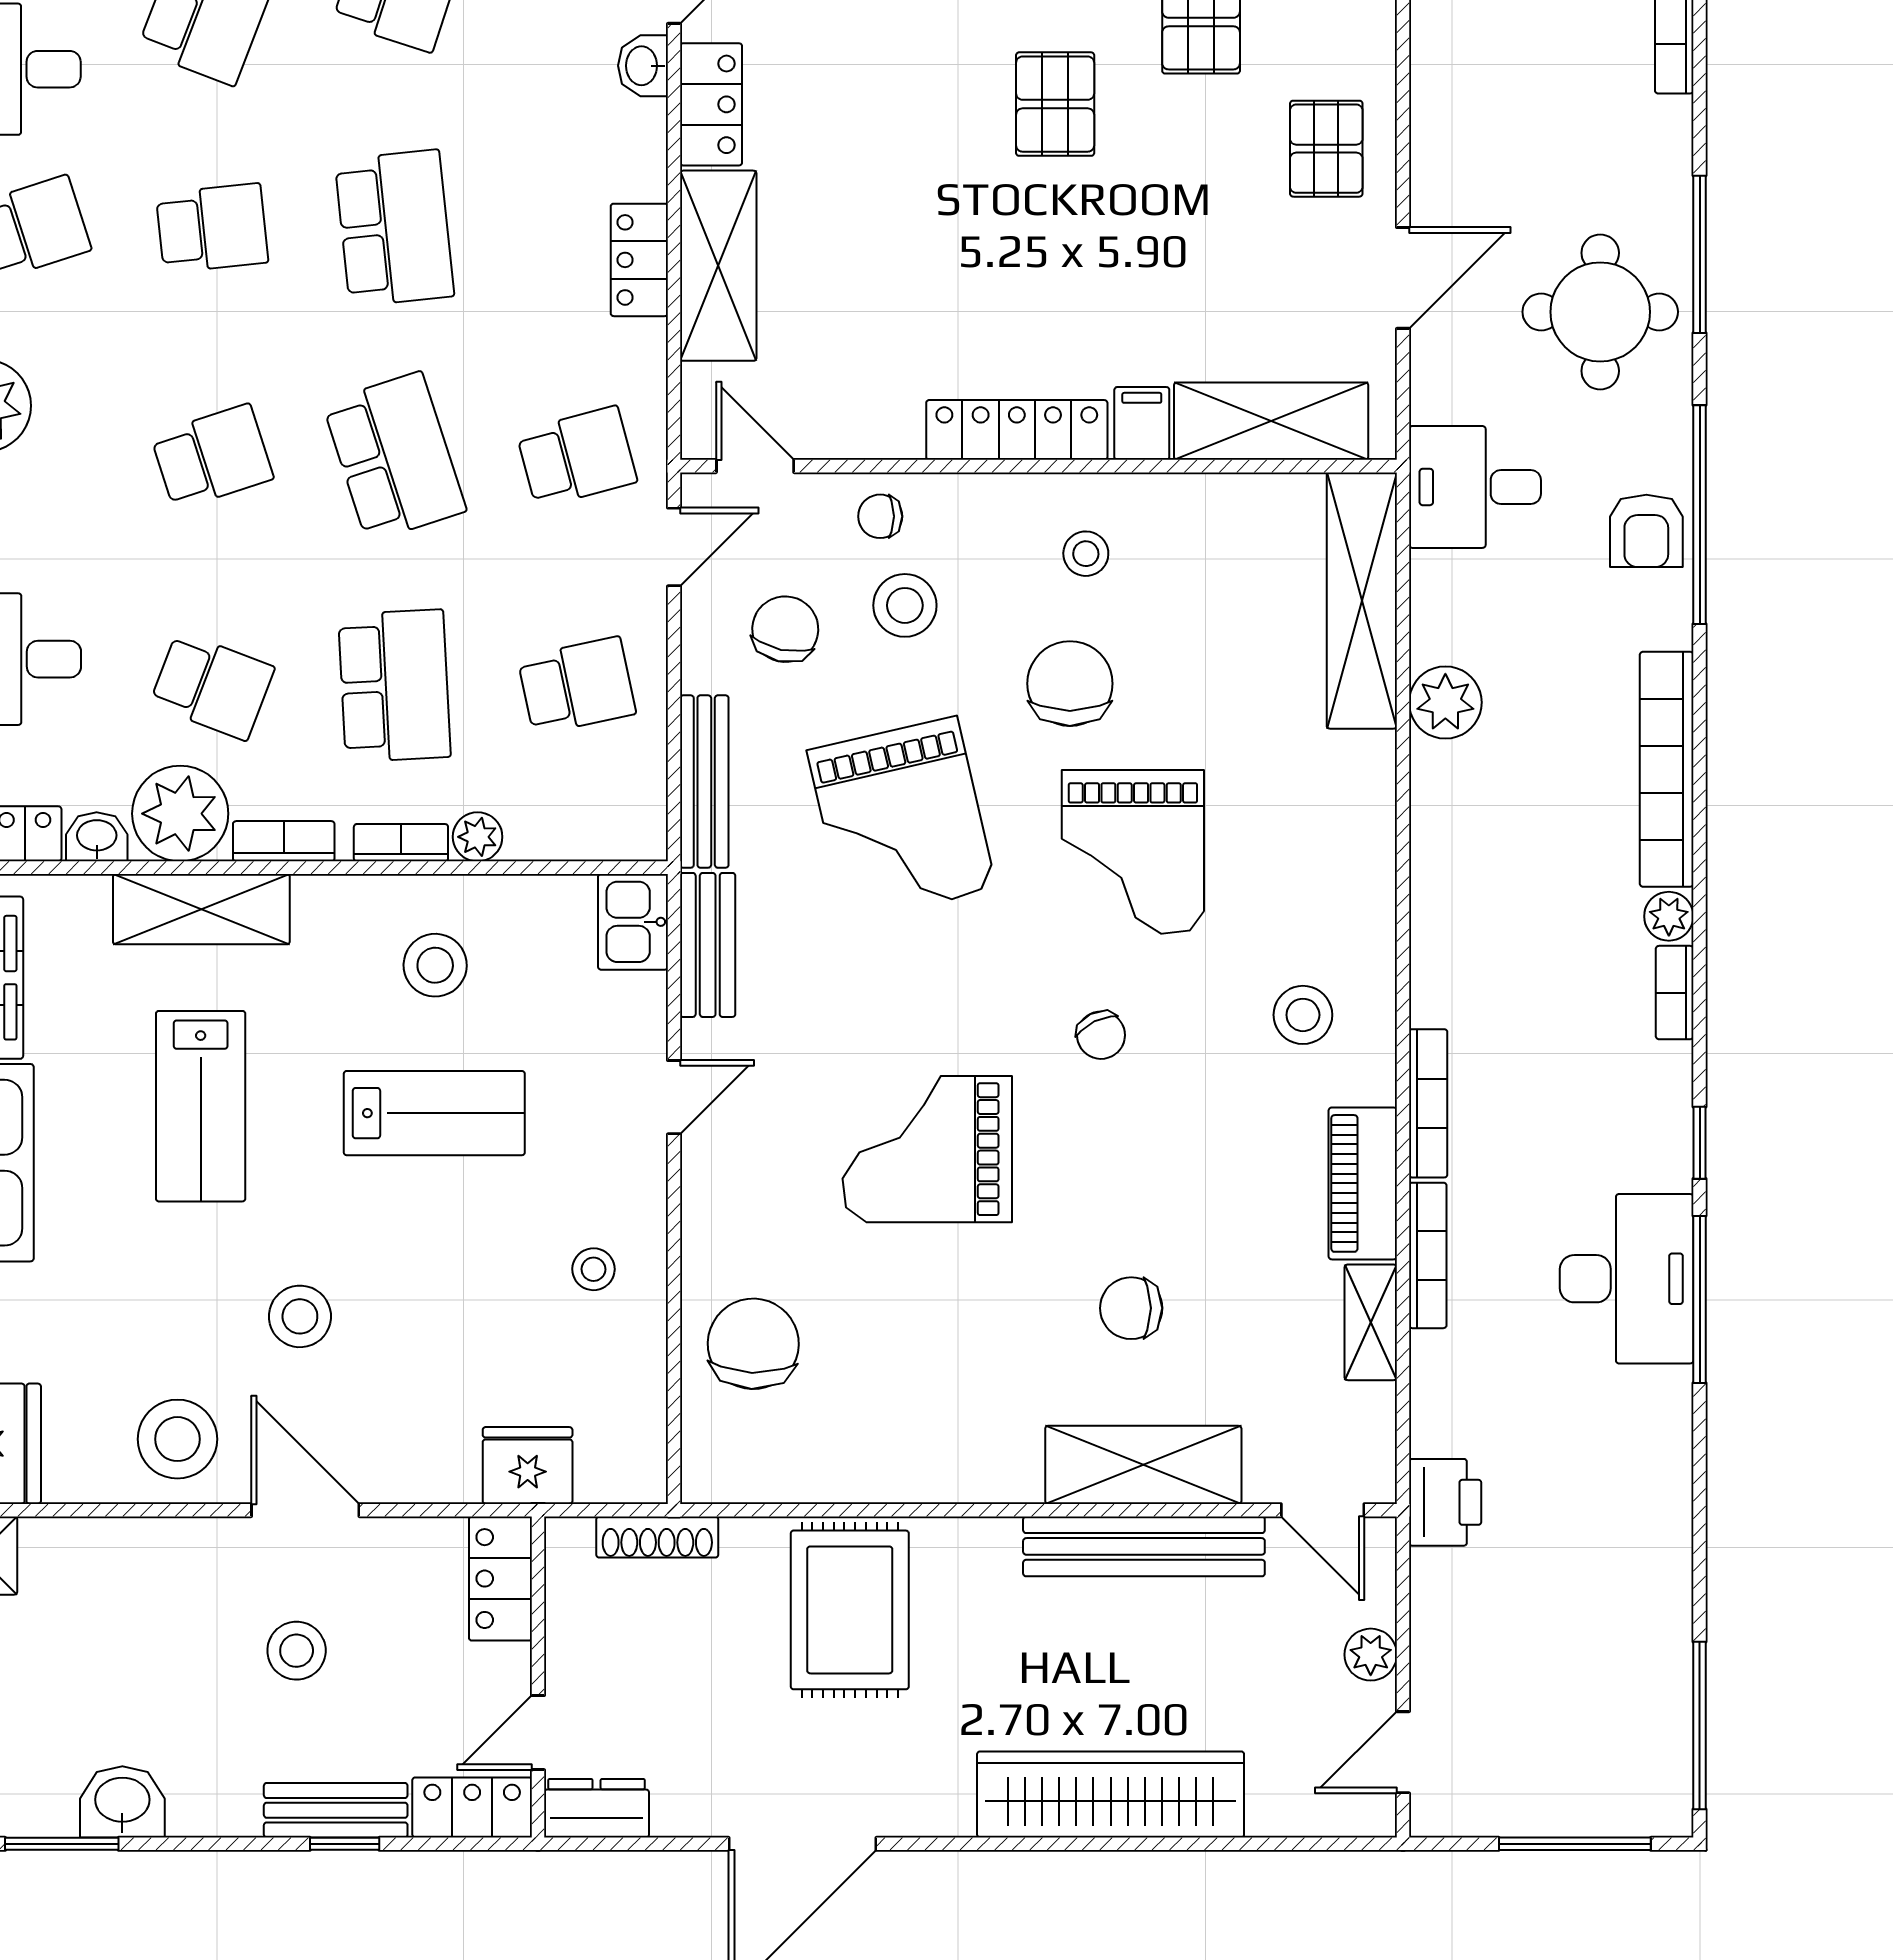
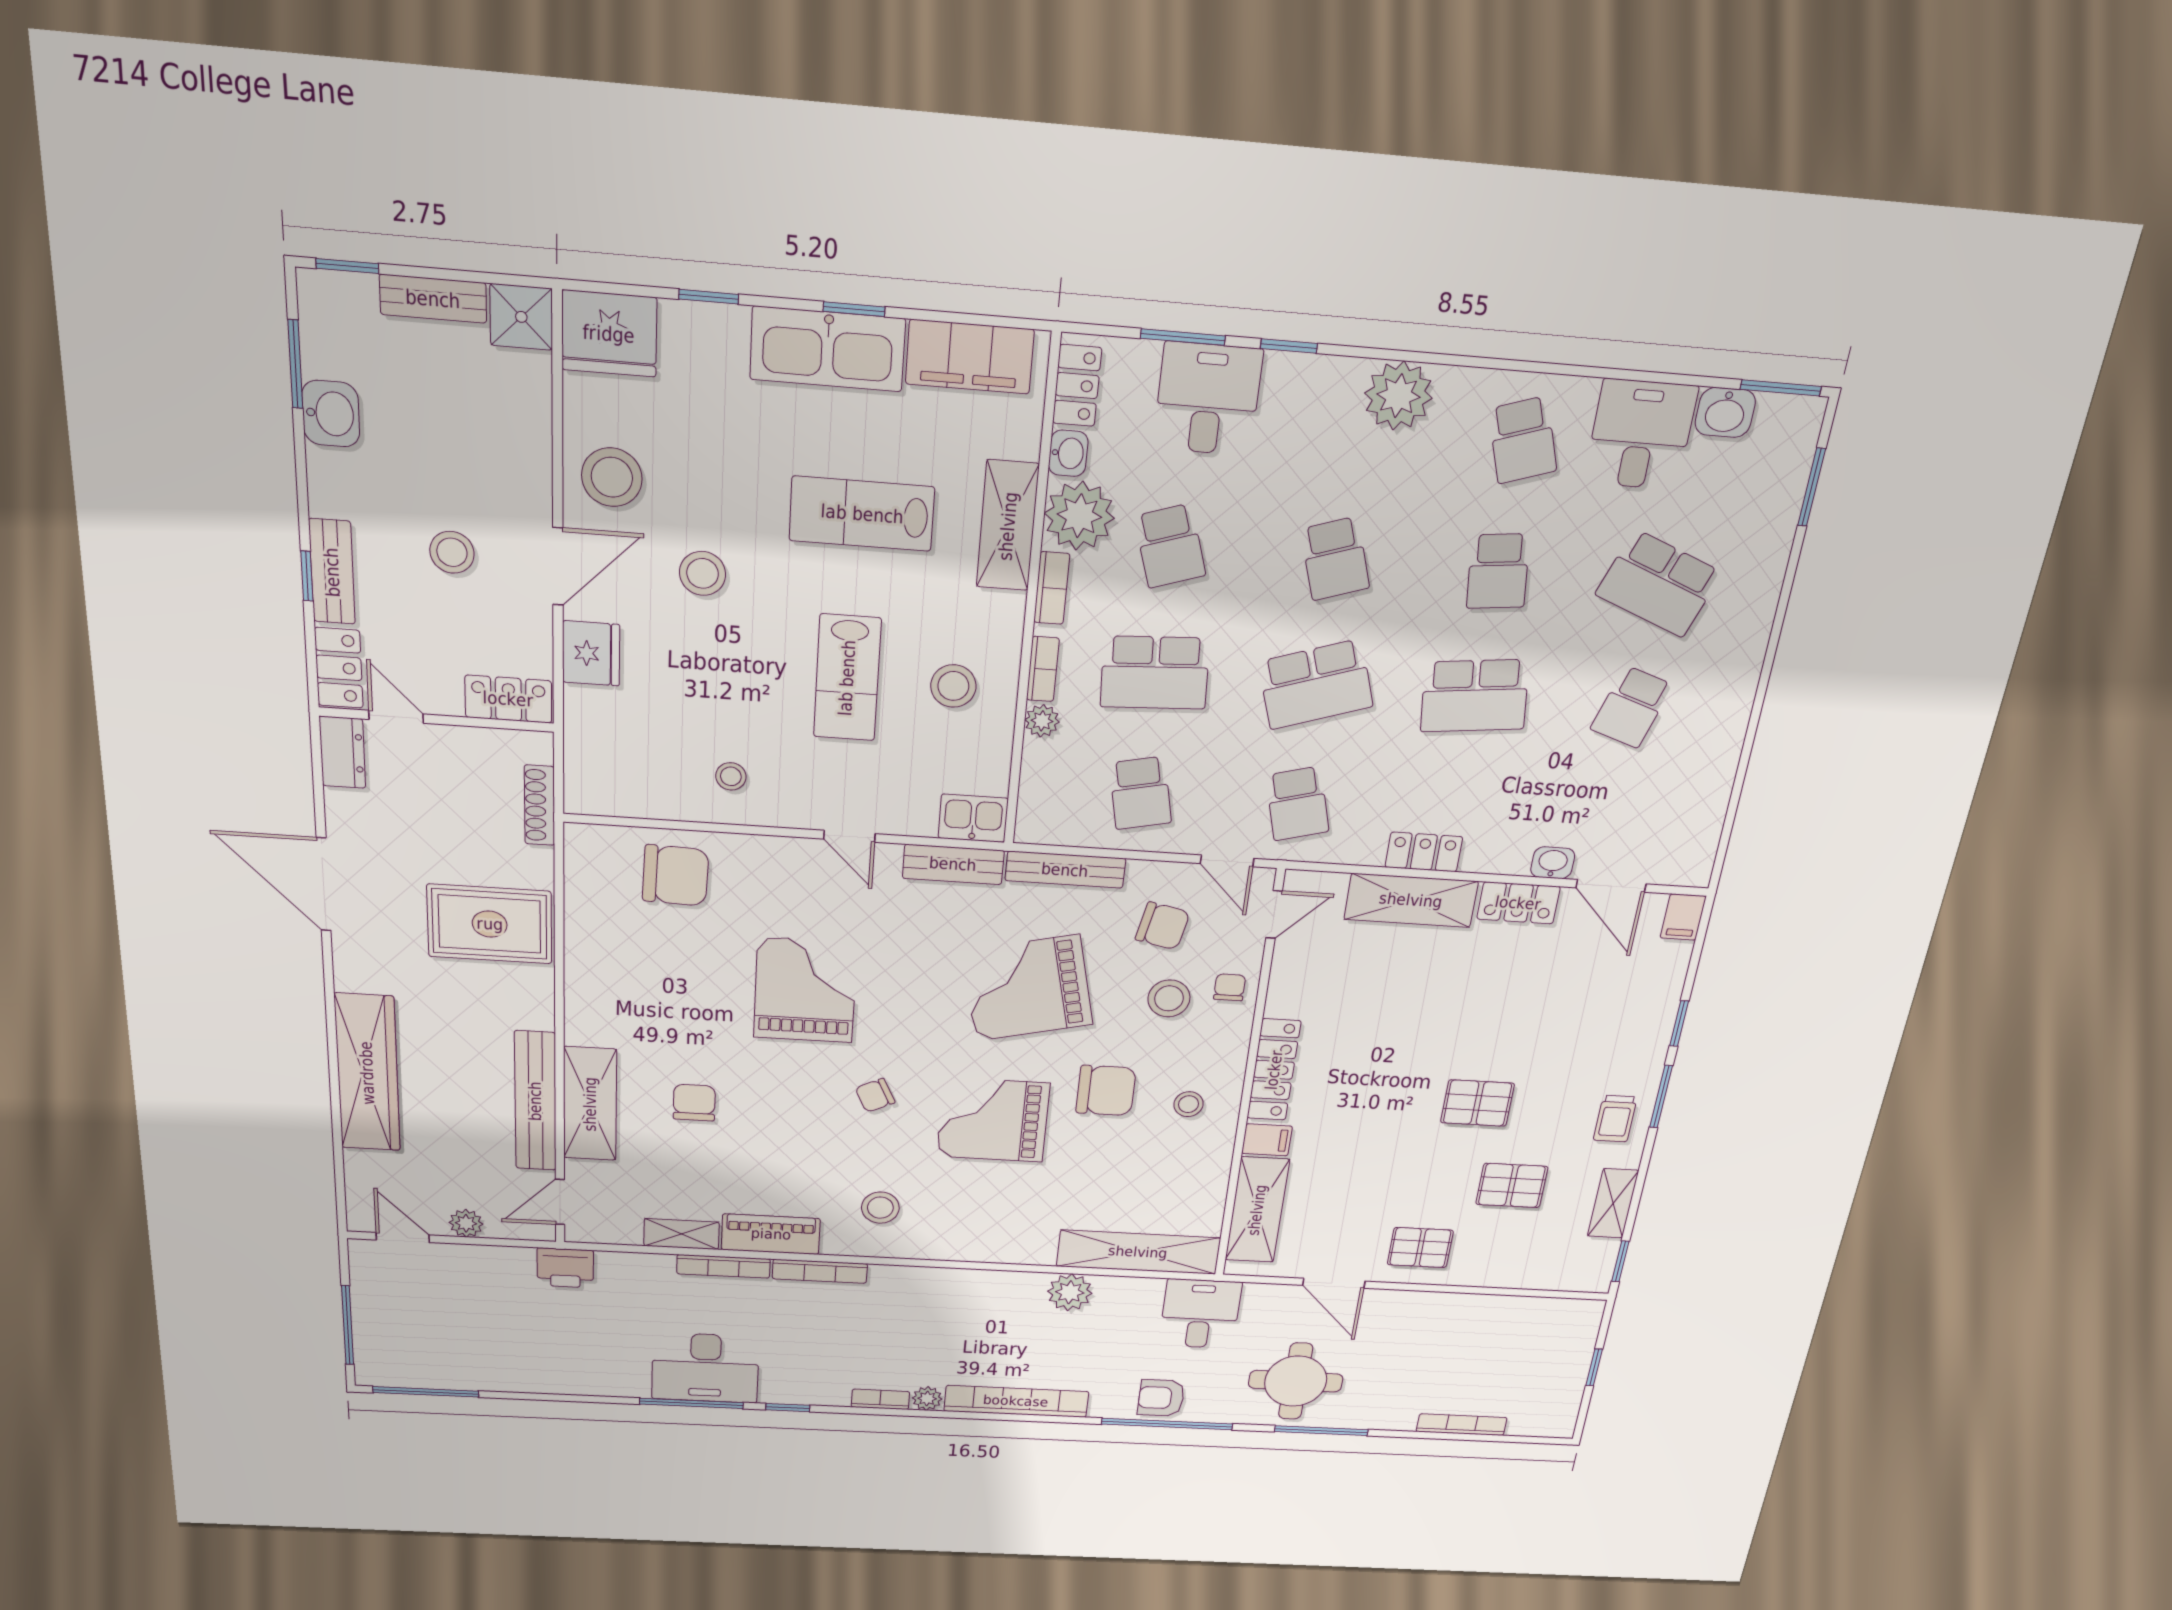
school desk: (212, 686) -> (1170, 546), turned -39
fridge: (528, 1465) -> (591, 653), moved

